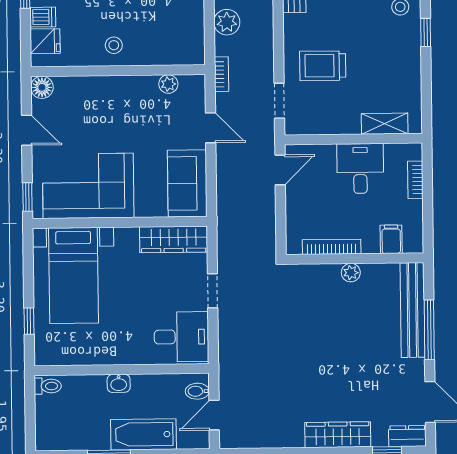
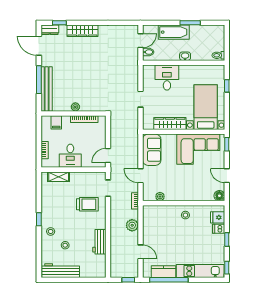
wardrobe: (174, 239) -> (170, 124), moved
desk: (181, 337) -> (167, 78), moved, turned 90

